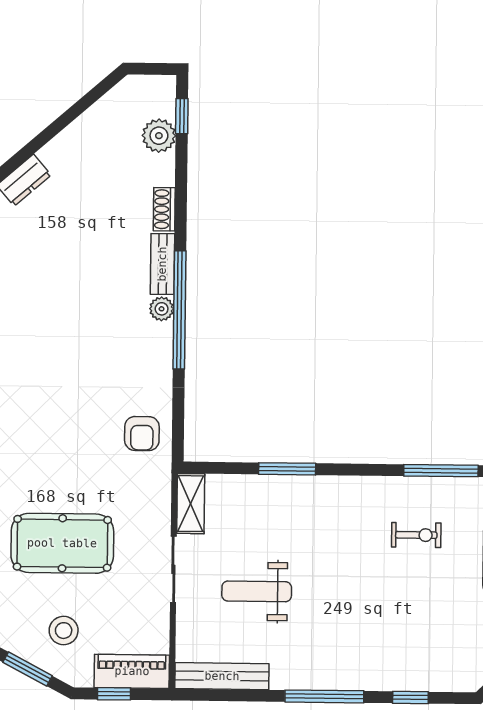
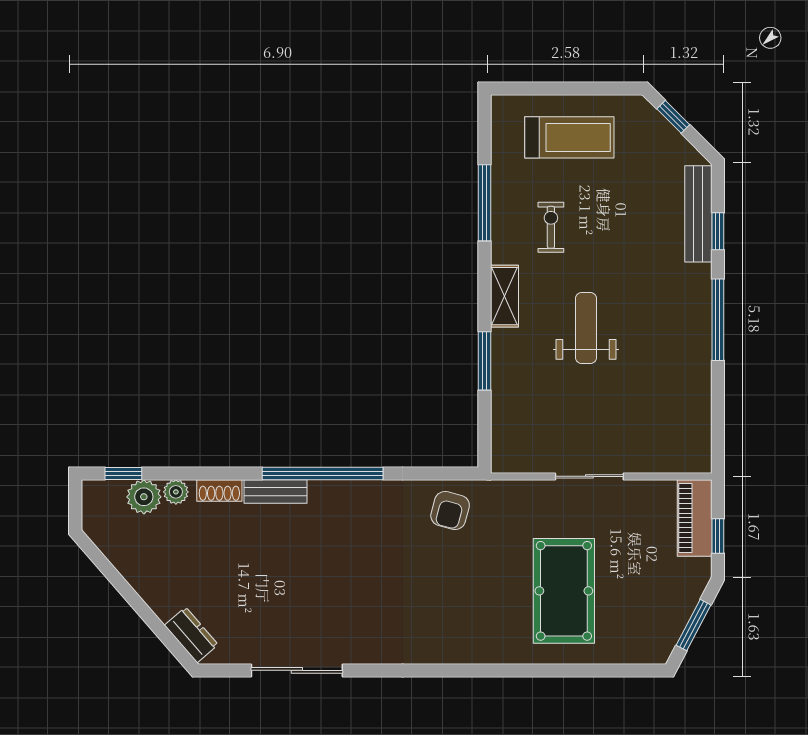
plant: (162, 309) -> (176, 492), moved
armchair: (142, 434) -> (450, 510), turned 105
shelving: (191, 504) -> (504, 296), moved, turned 90
weight bench: (257, 591) -> (586, 328), moved, turned 180
stool: (64, 631) -> (653, 588), removed
bench: (222, 676) -> (698, 214), moved

